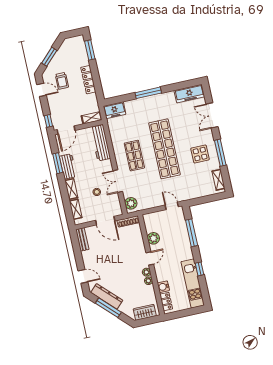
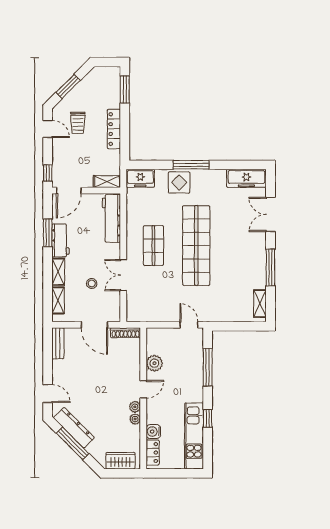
display table: (200, 154) -> (179, 182), moved
plant: (131, 203) -> (134, 309), removed

